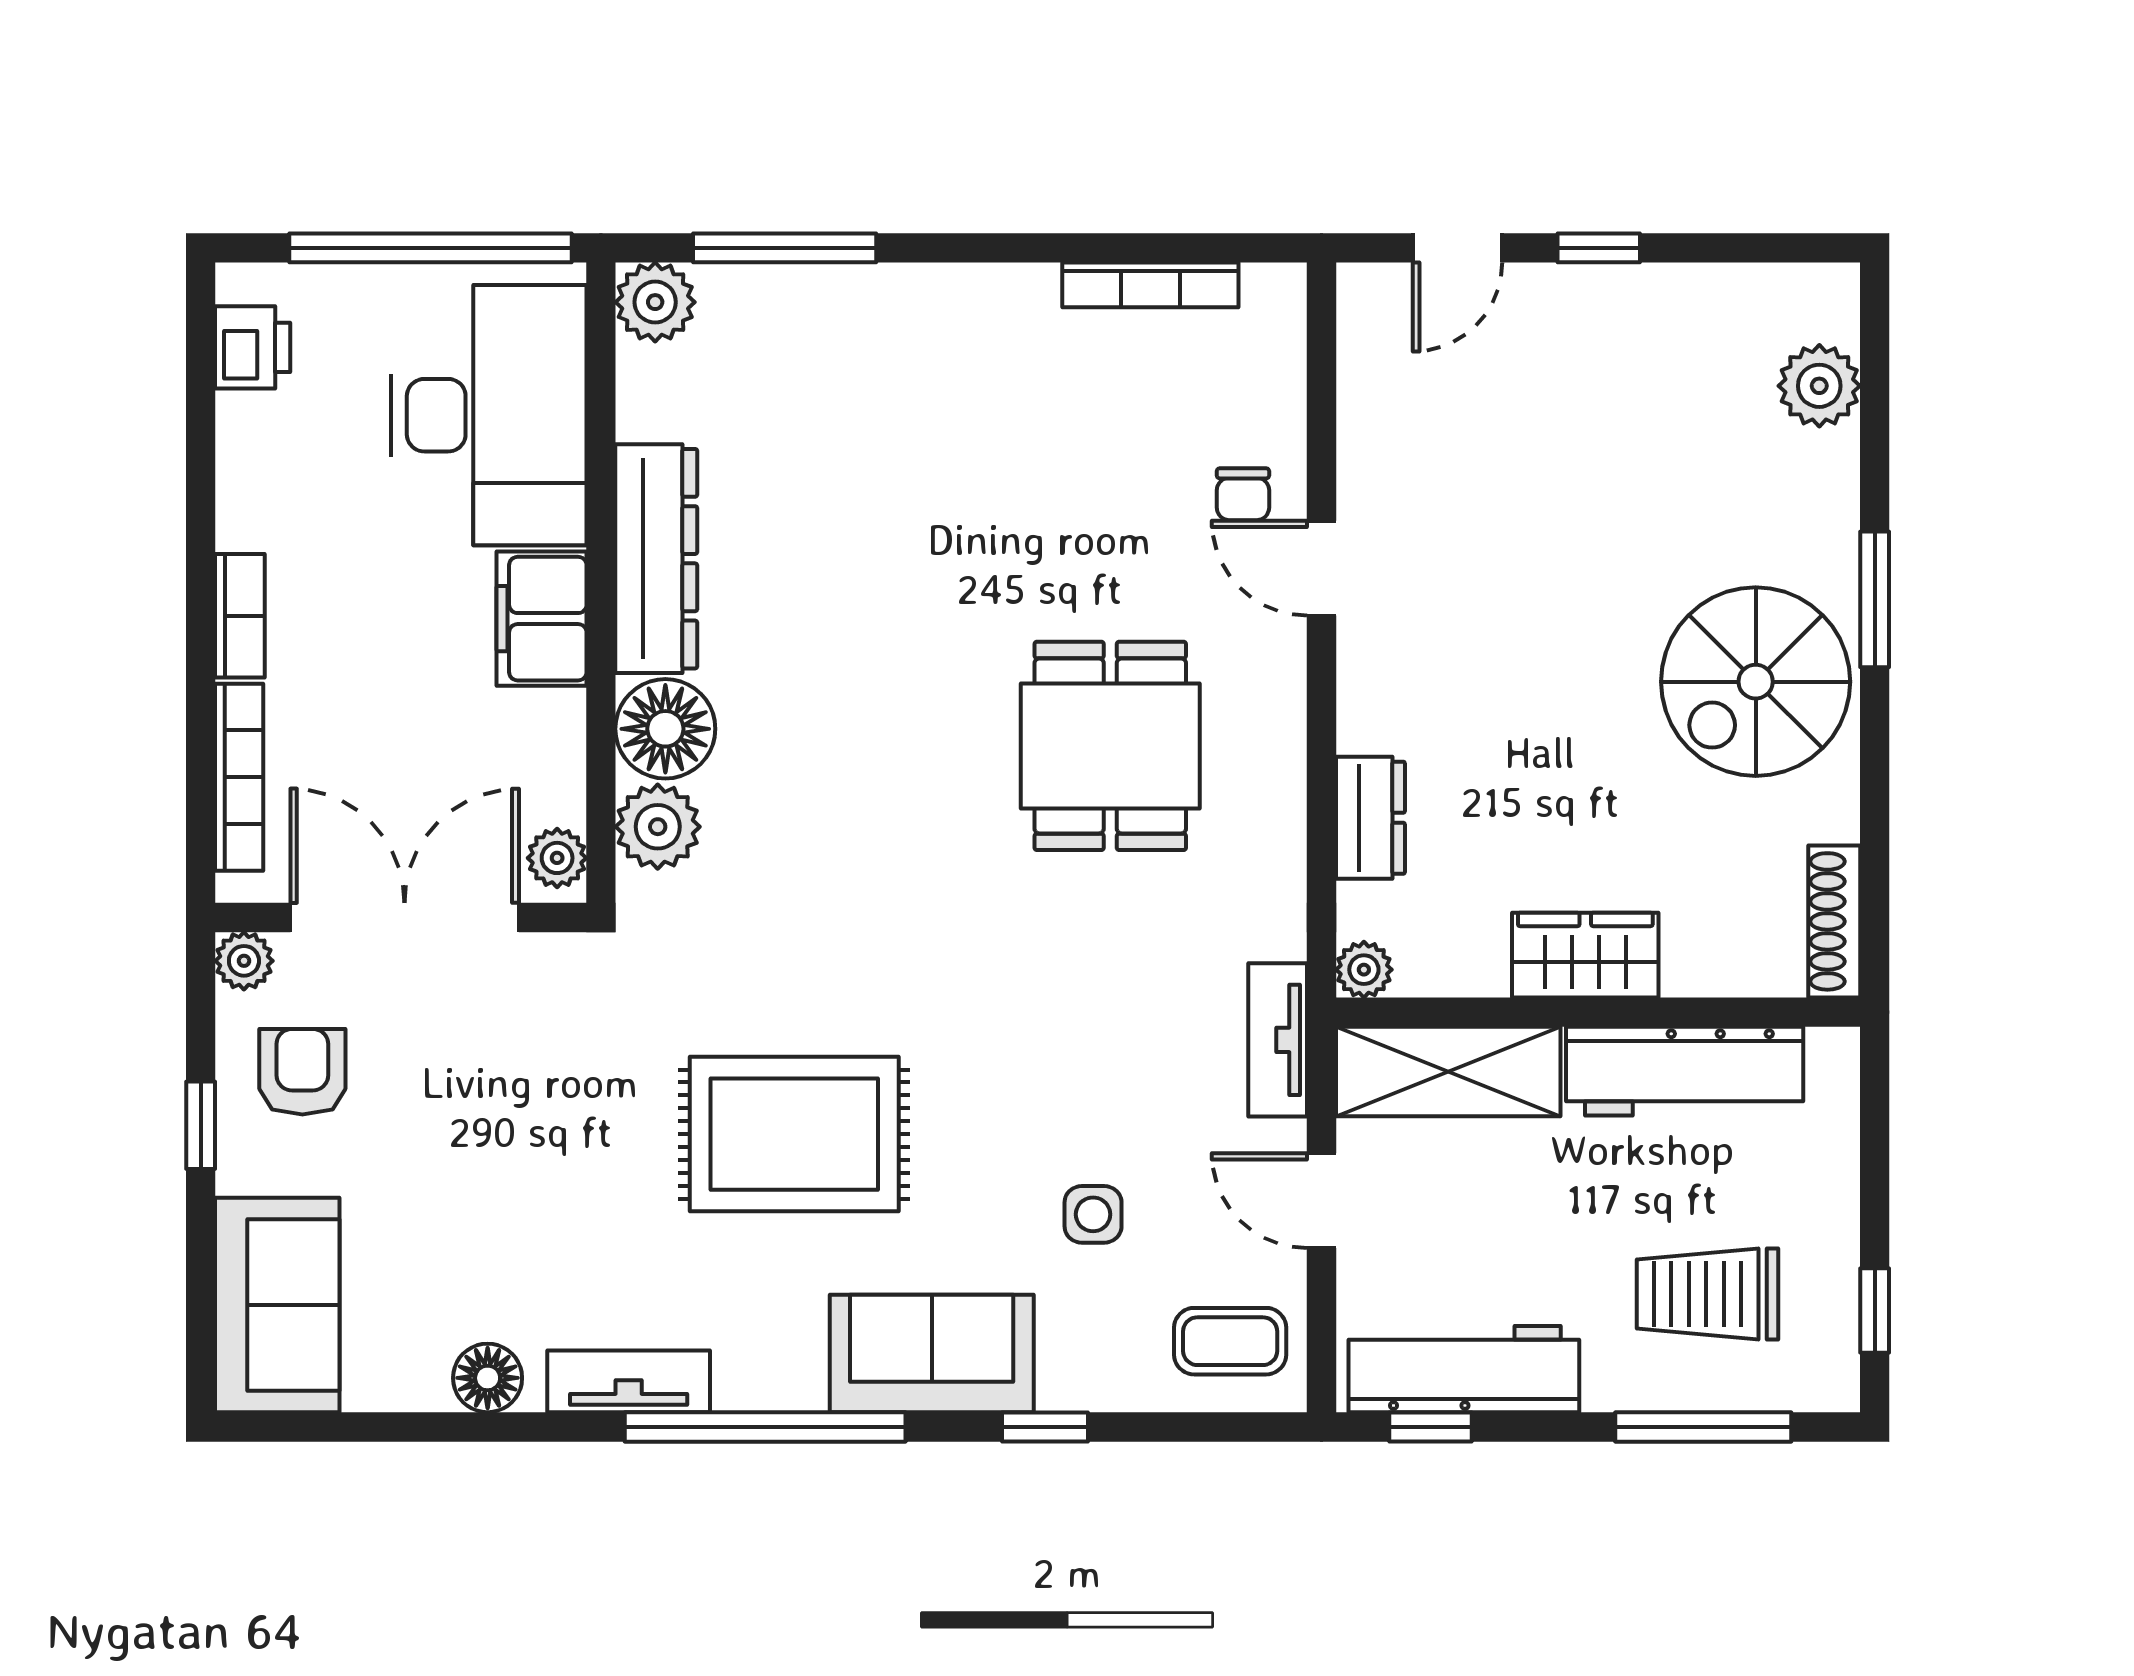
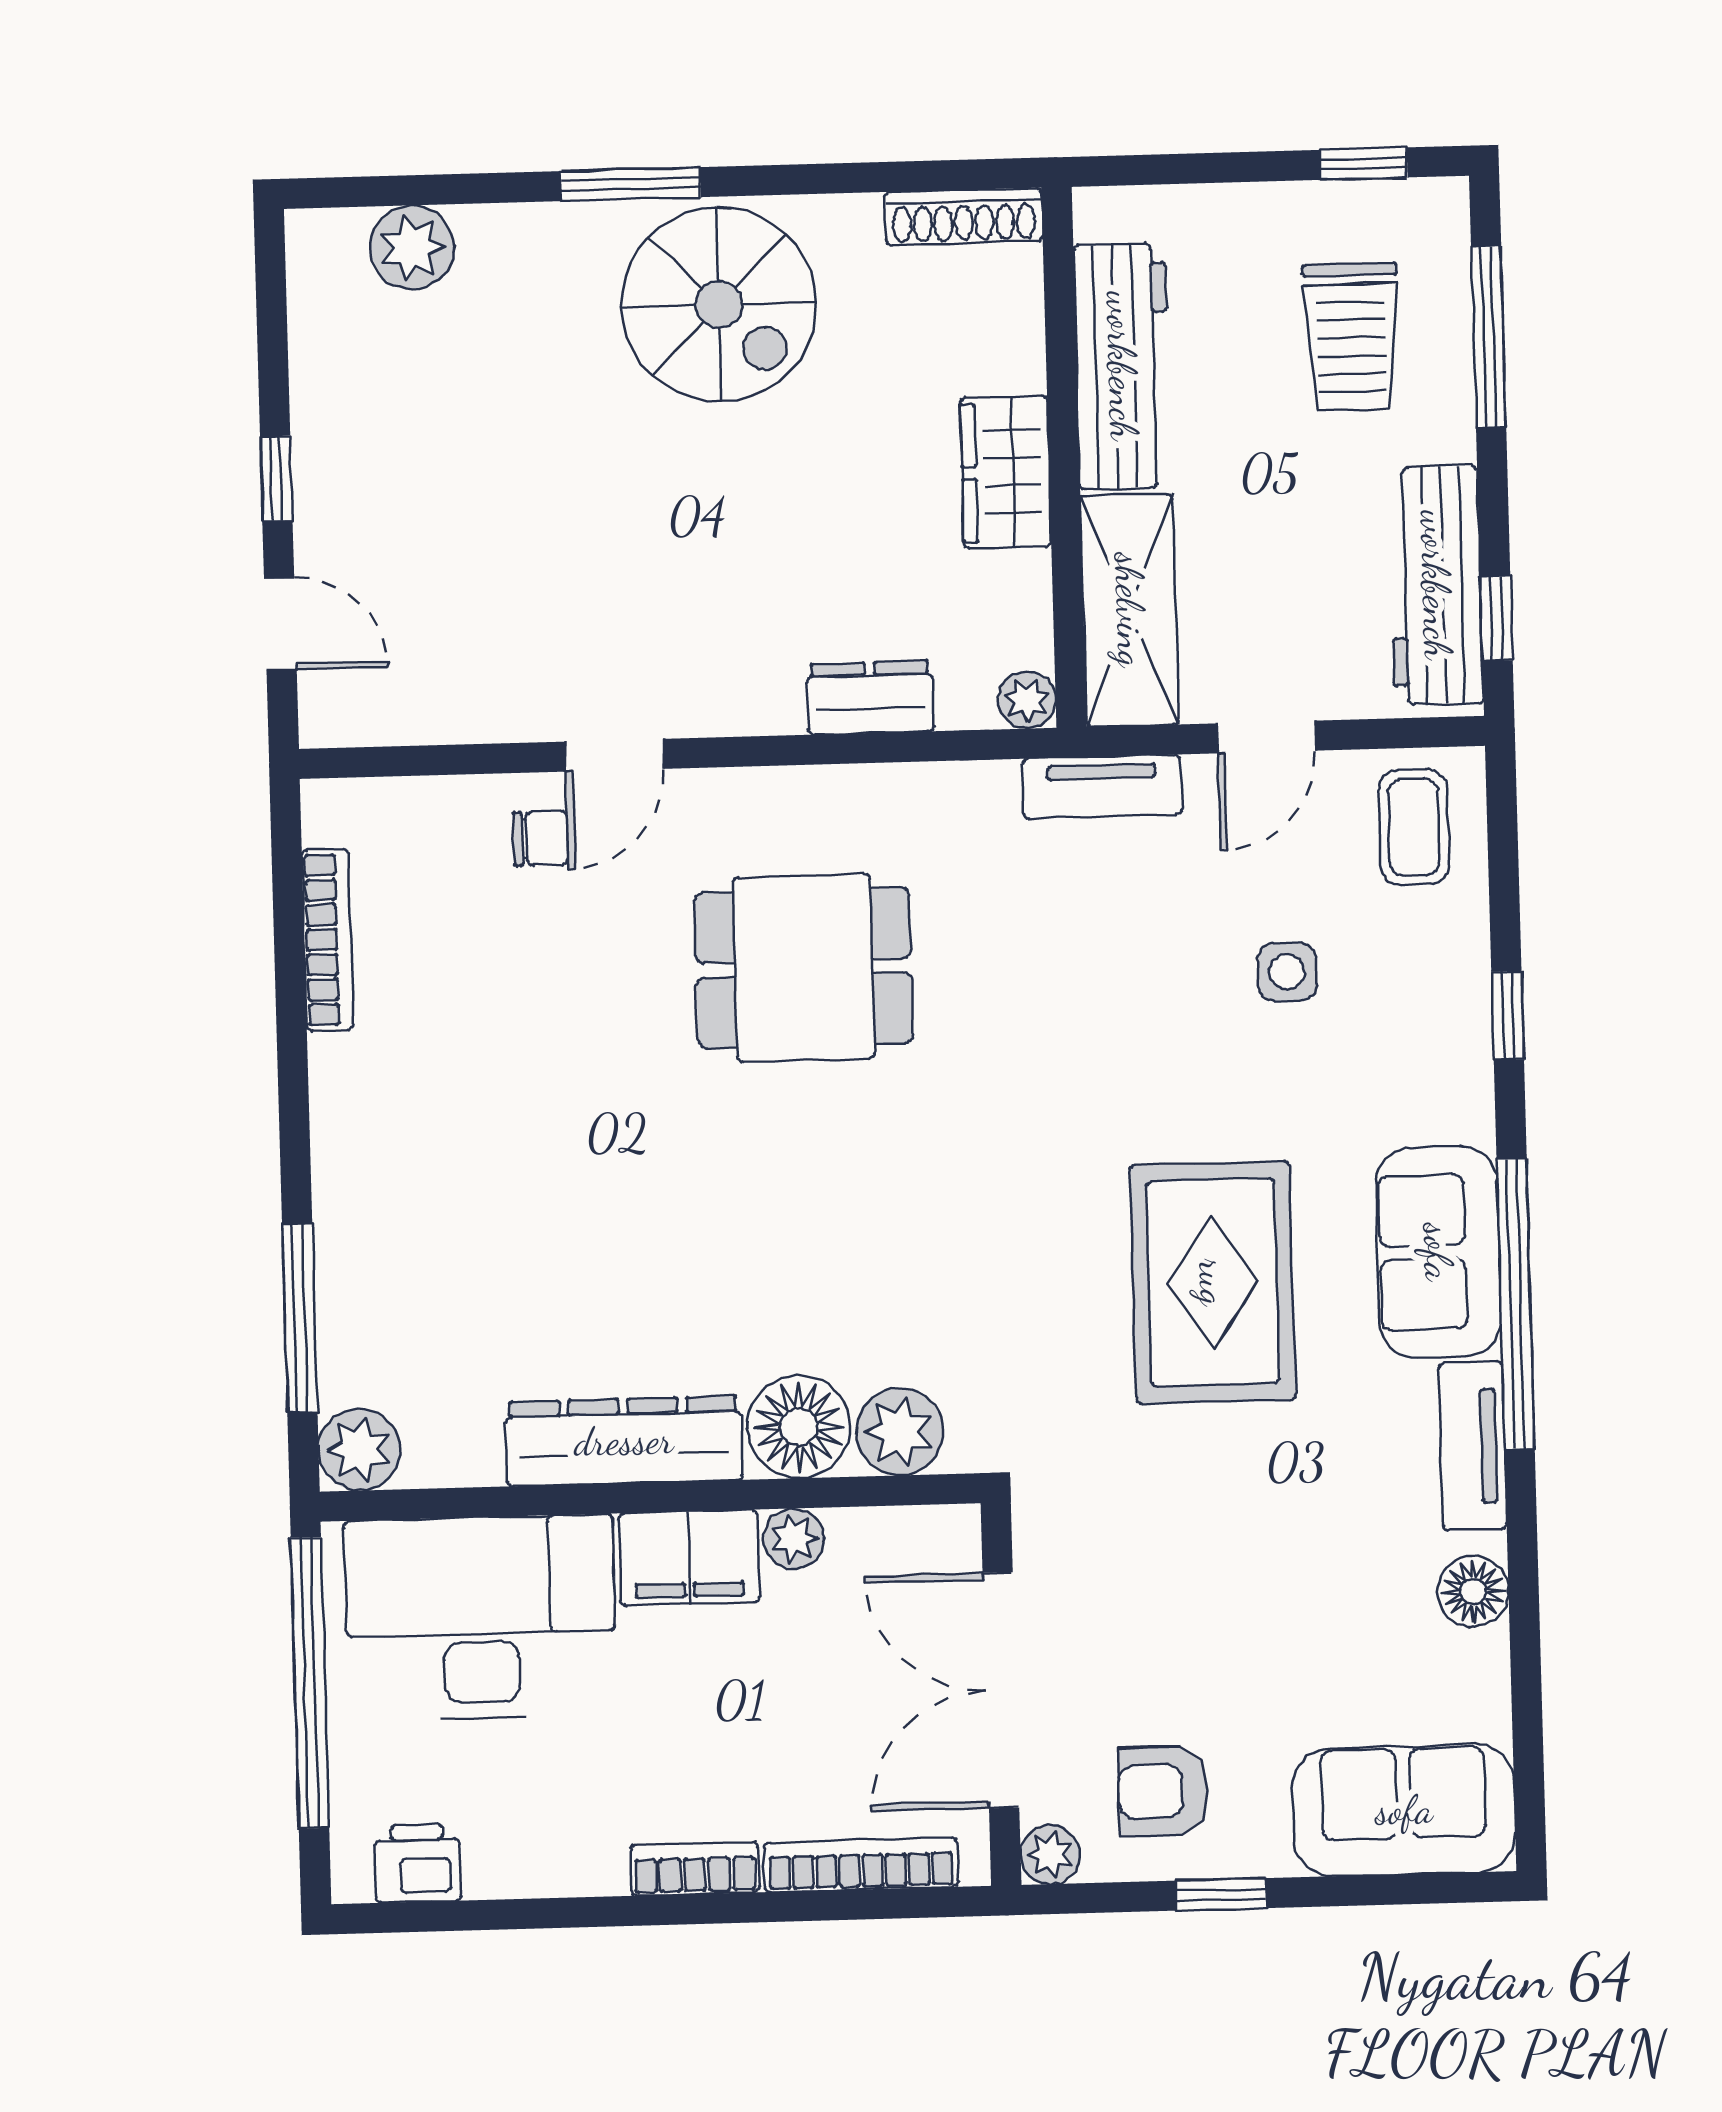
plant: (557, 858) -> (794, 1539), moved
sofa: (932, 1353) -> (1438, 1252), moved

